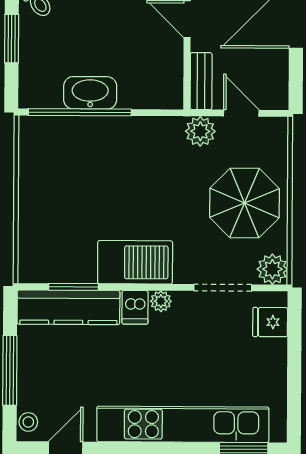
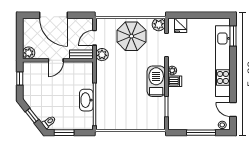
kitchen counter: (68, 307) -> (175, 109), removed

